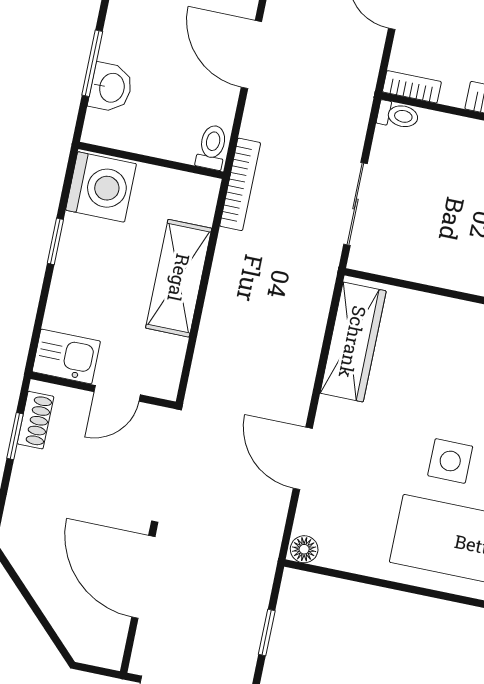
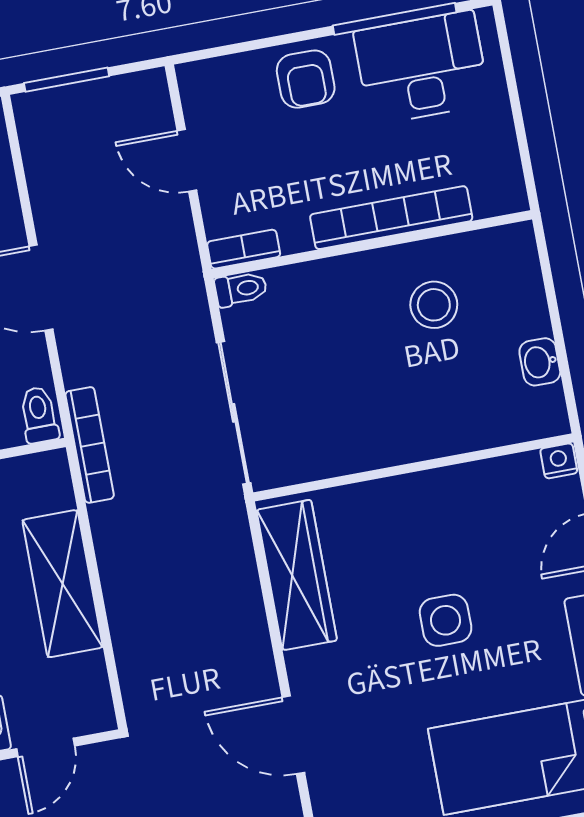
sliding door: (355, 204) -> (234, 413), width x1.37
side table: (450, 461) -> (446, 620), moved

